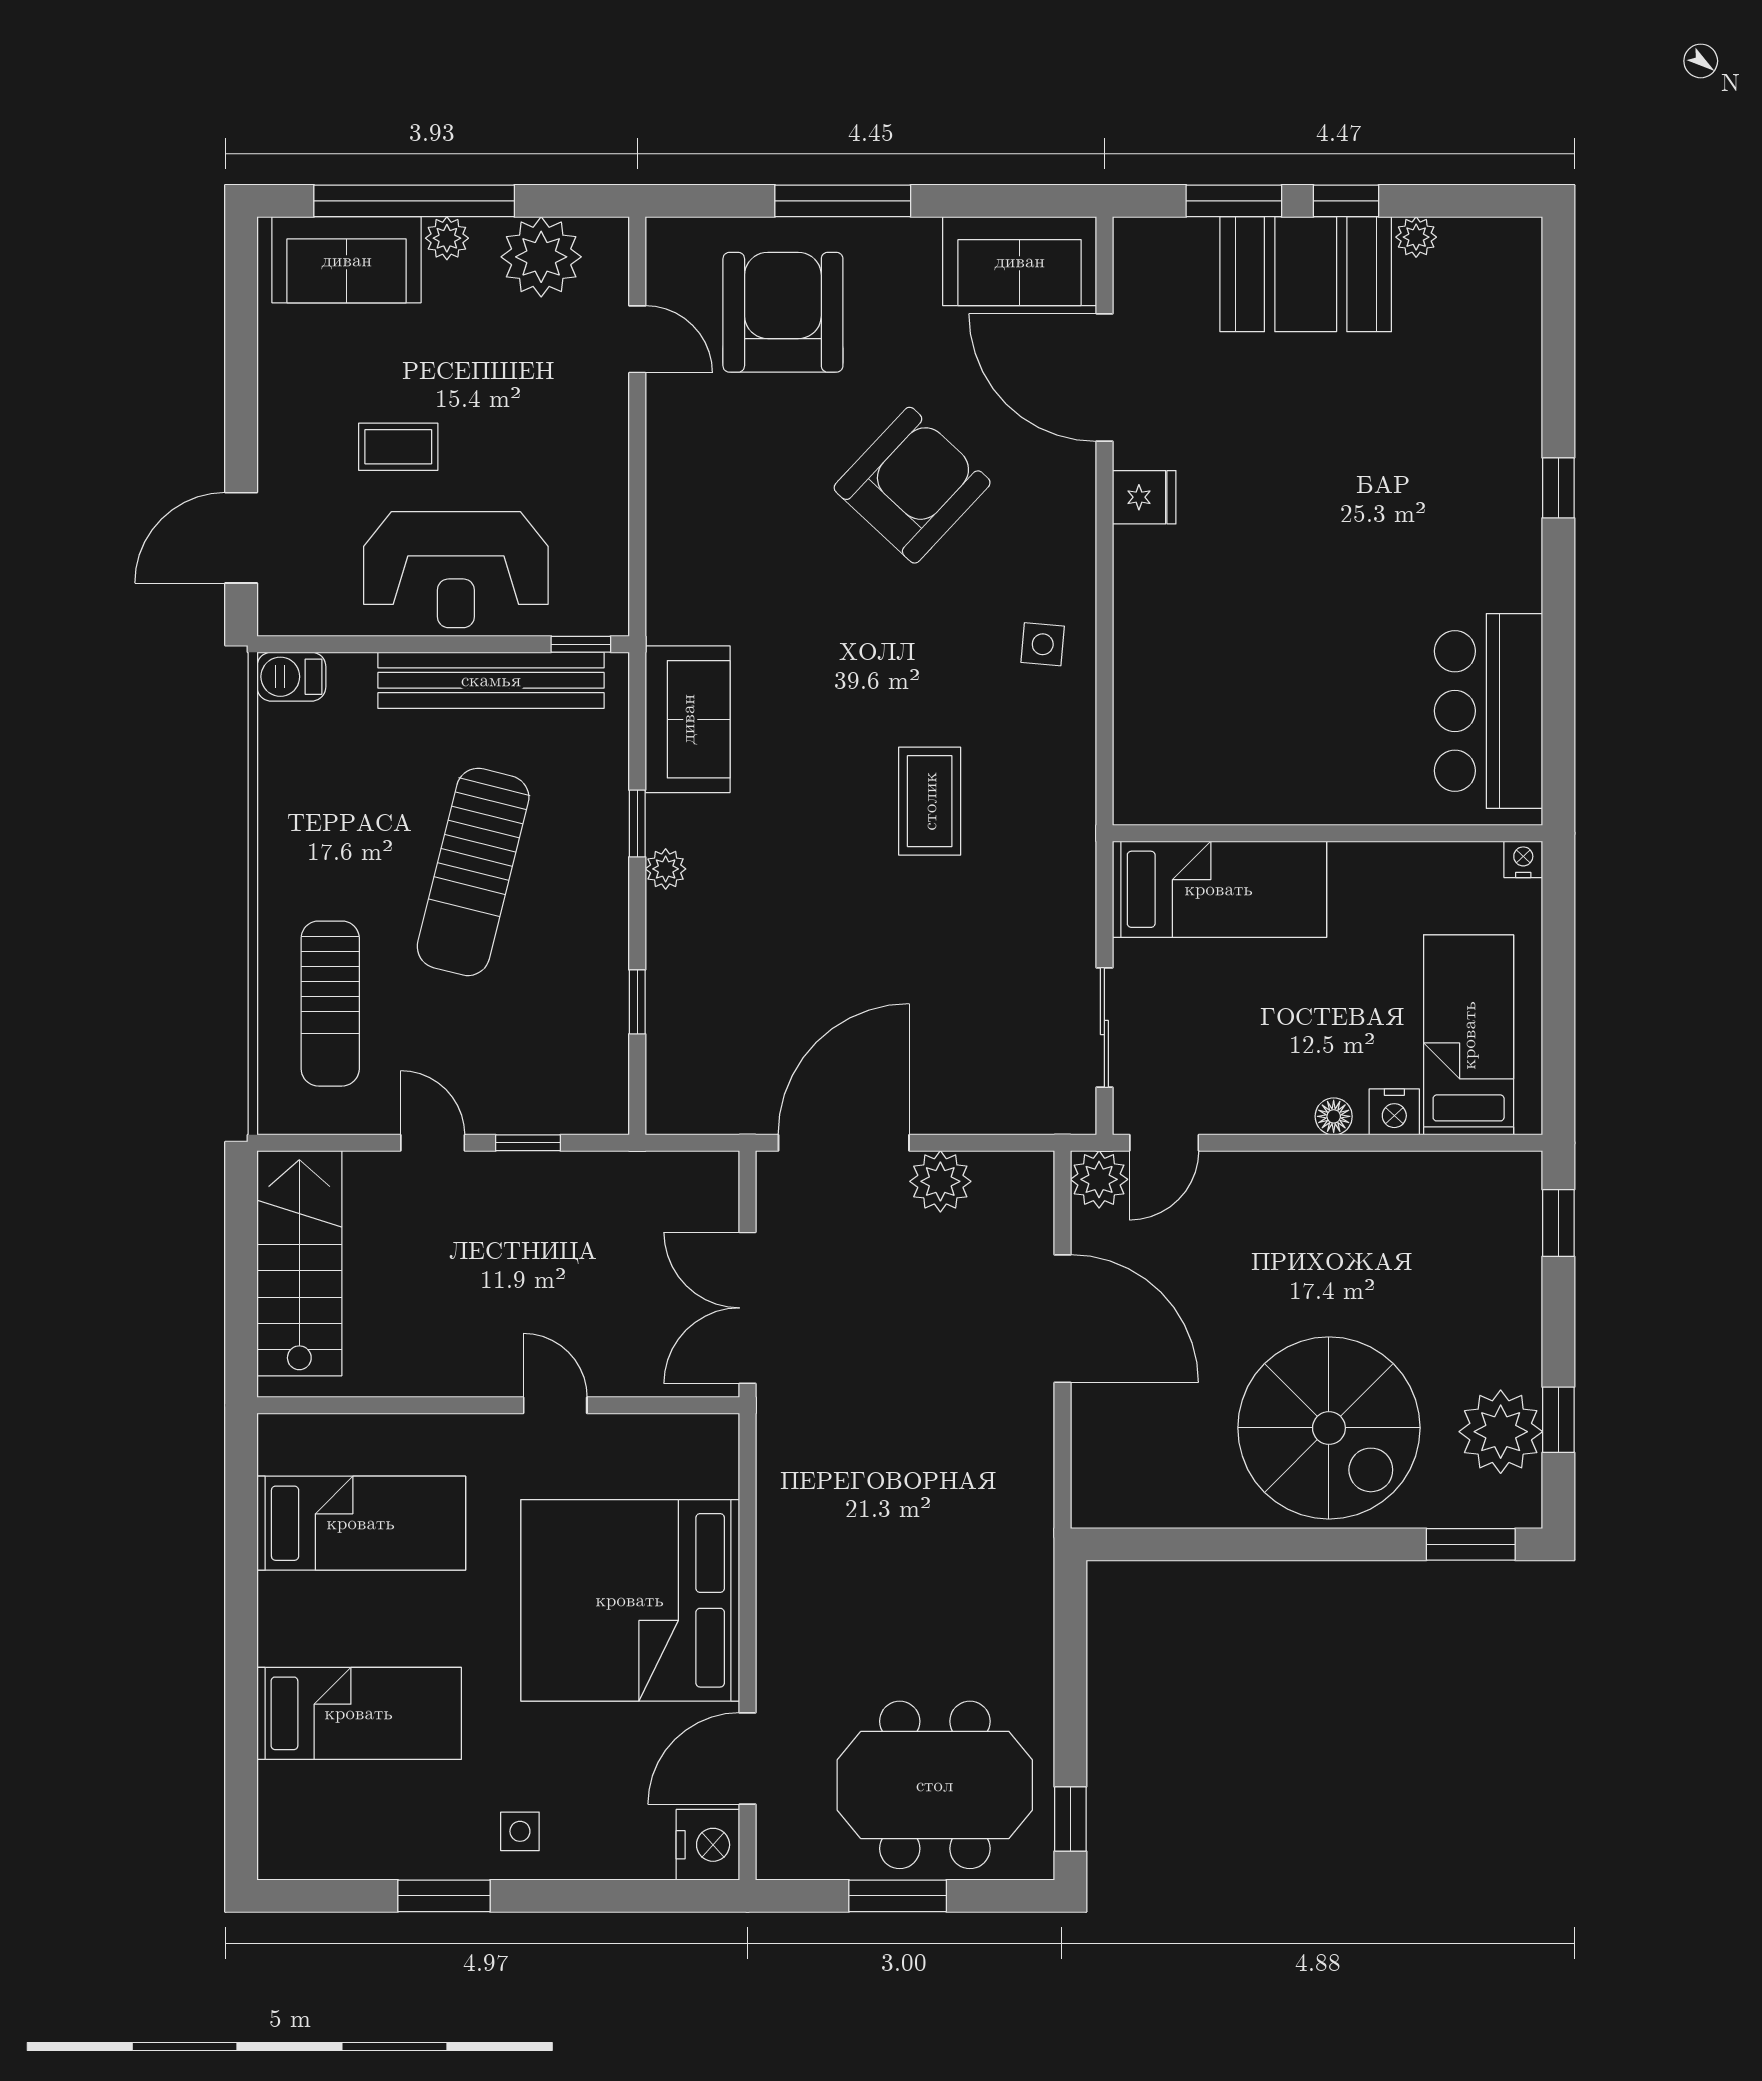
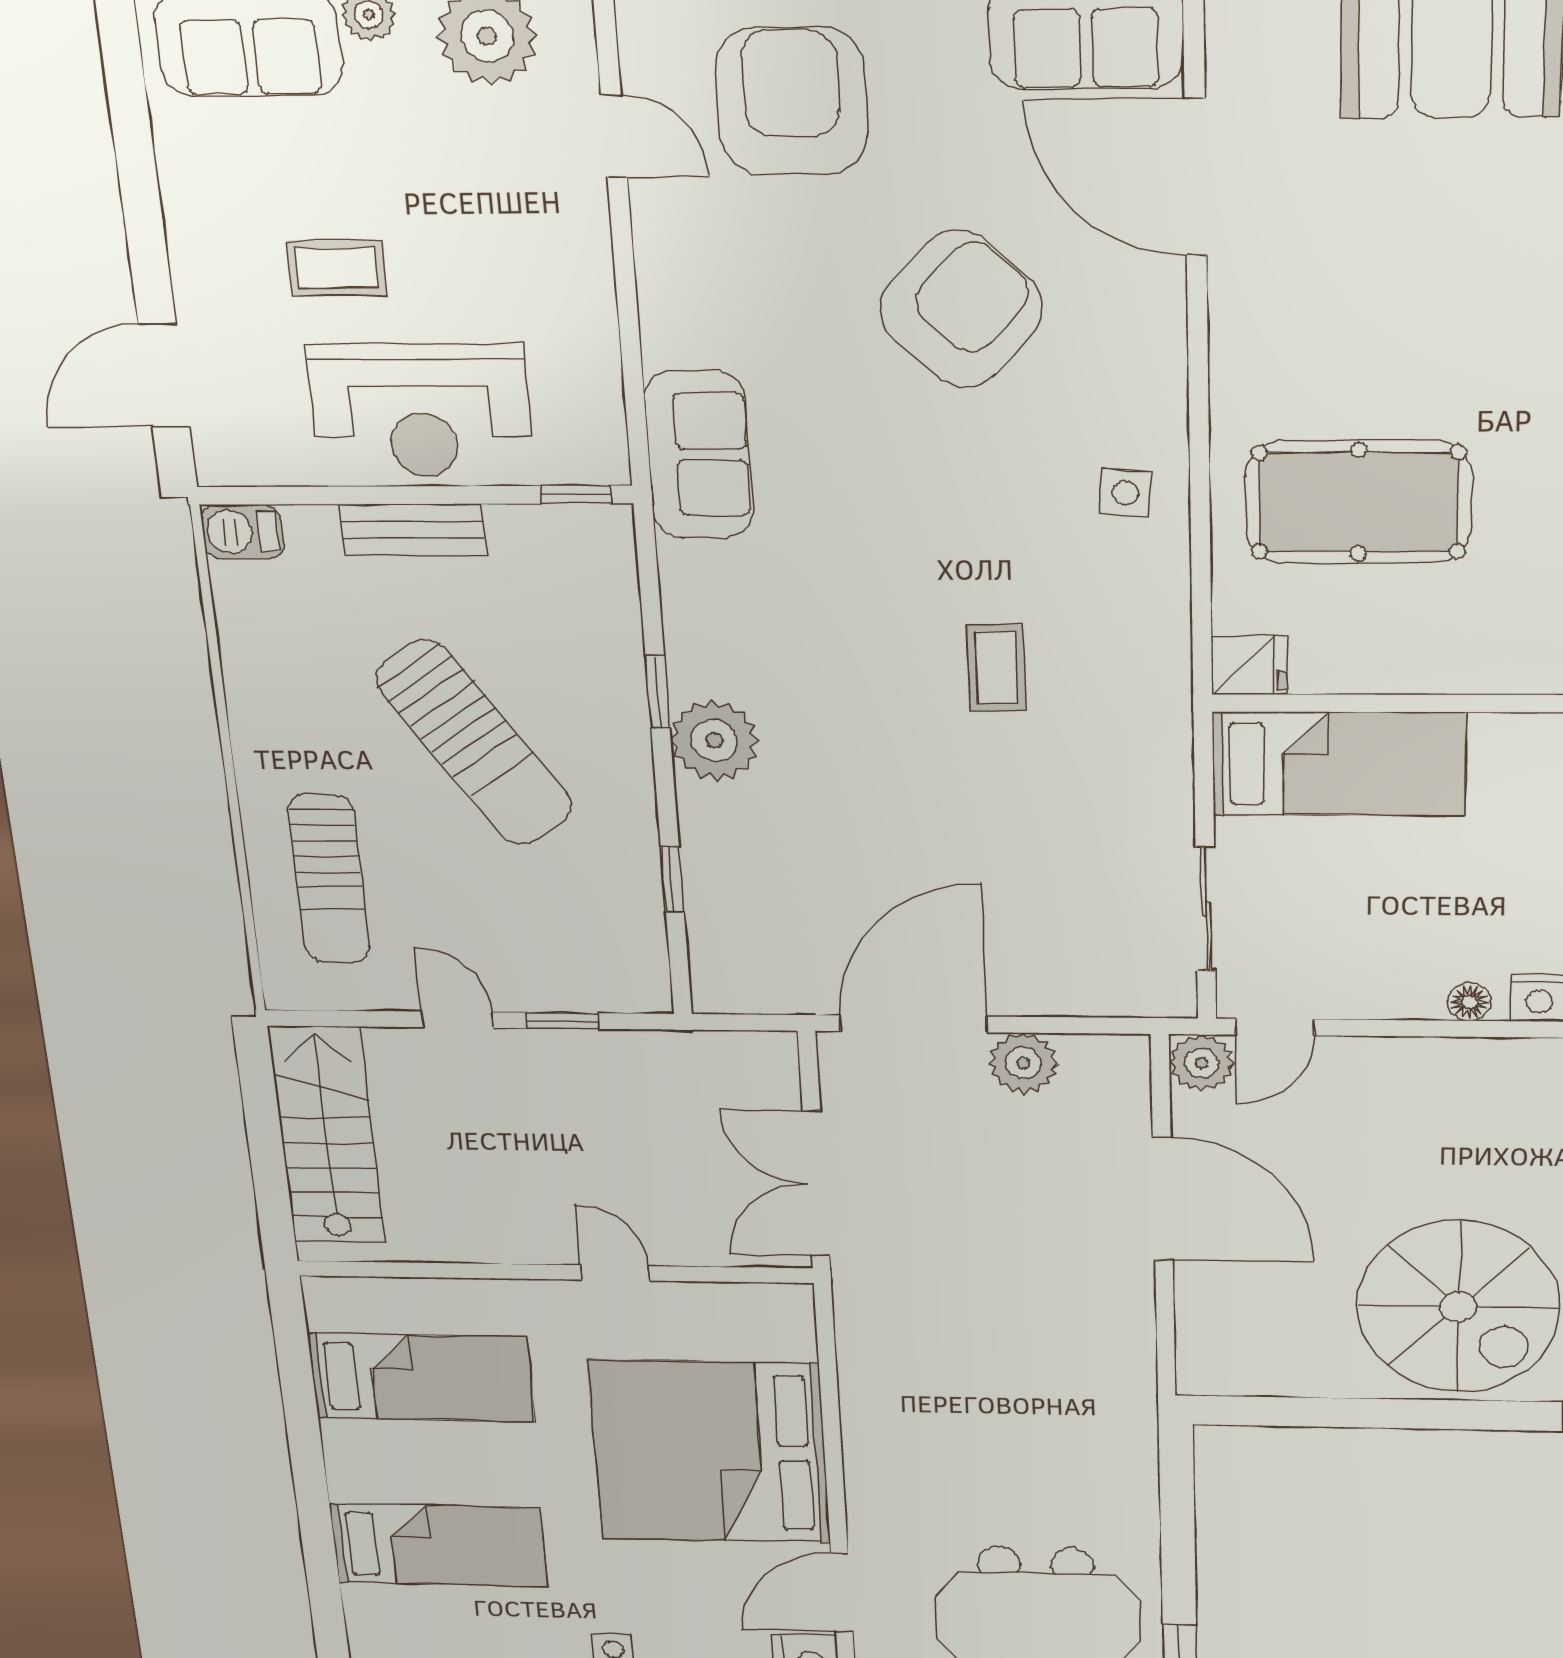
fridge: (1144, 497) -> (1249, 665), moved
pool table: (1235, 653) -> (1358, 502), added
bench: (491, 680) -> (413, 530), width x0.54, depth x0.82
sofa: (688, 719) -> (699, 455), moved
coffee table: (930, 801) -> (996, 668), width x0.73, depth x0.77
plant: (666, 869) -> (714, 741), width x1.88, depth x1.88
sun lounger: (473, 872) -> (474, 743), turned -49

